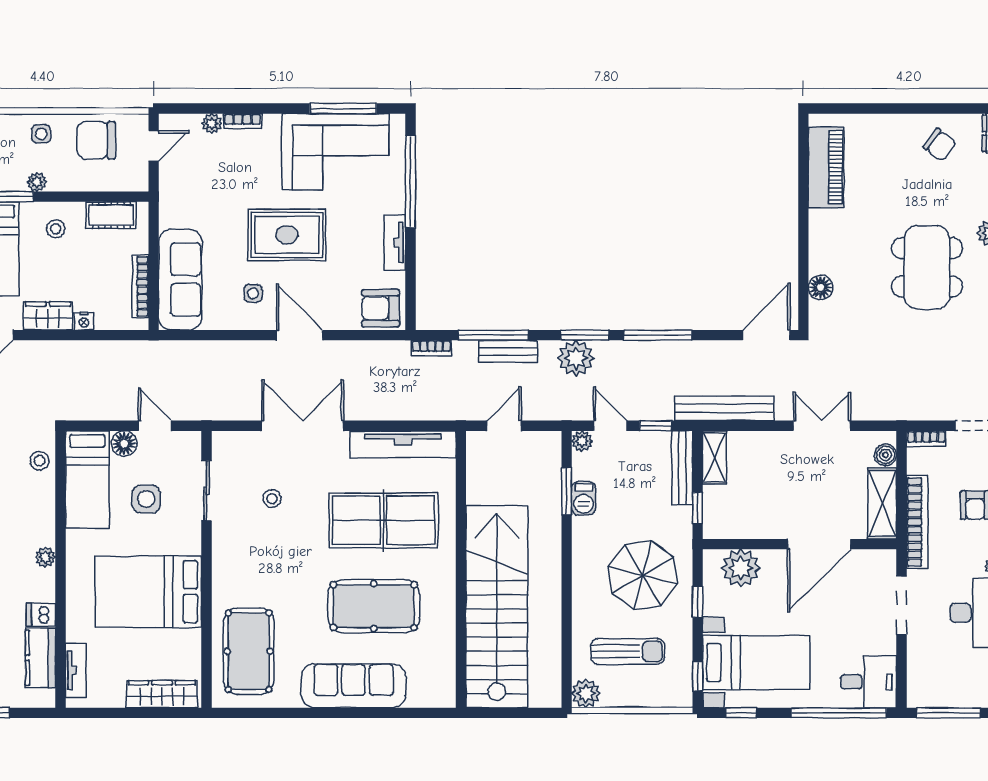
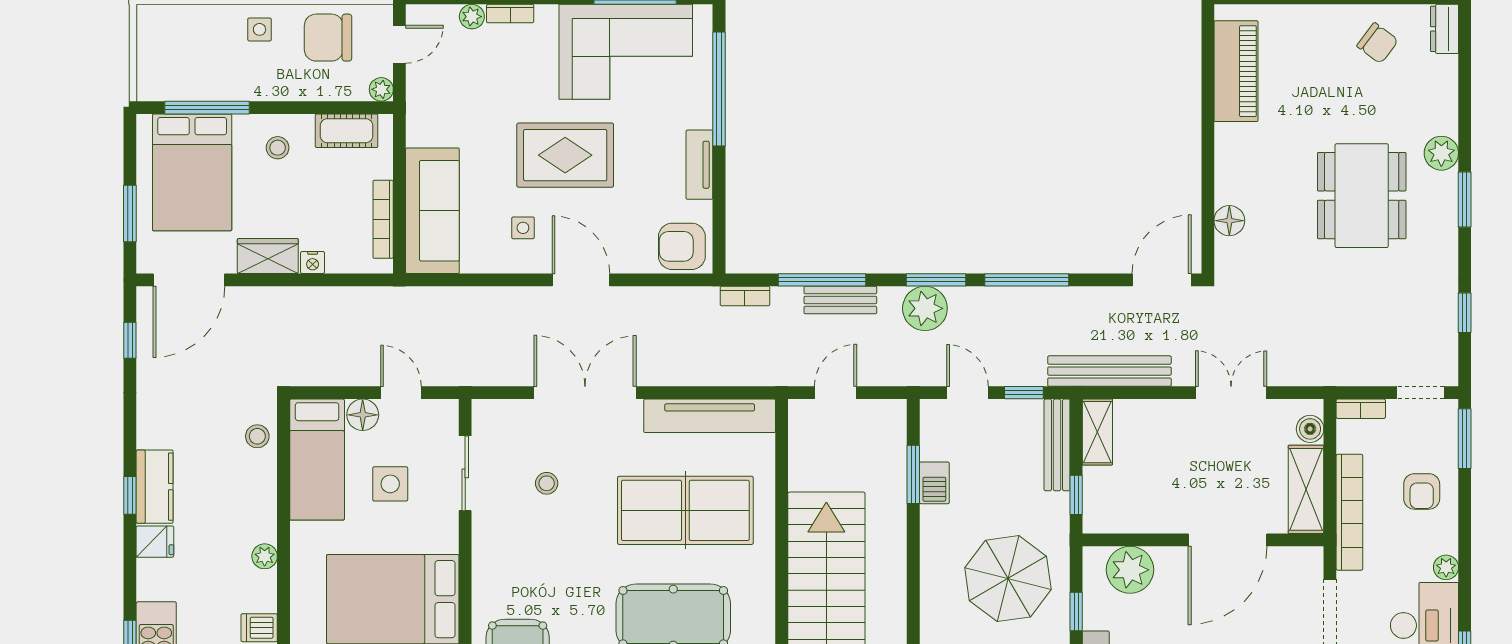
plant: (37, 182) -> (381, 89), moved
plant: (582, 441) -> (932, 412), removed

